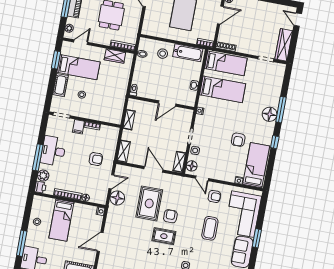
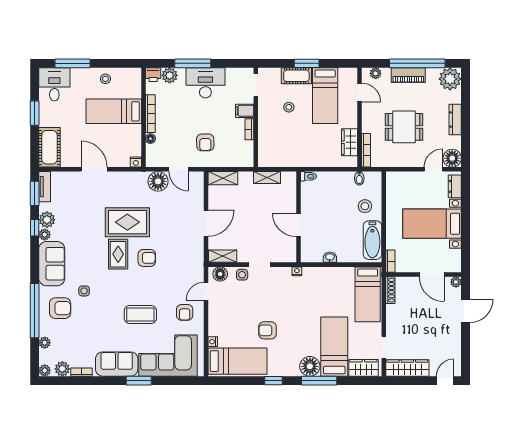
window: (56, 60) -> (307, 63), moved
wardrobe: (278, 76) -> (363, 368), added
bed: (223, 89) -> (334, 347), moved, turned 180
rug: (149, 203) -> (127, 222), moved

